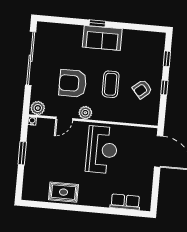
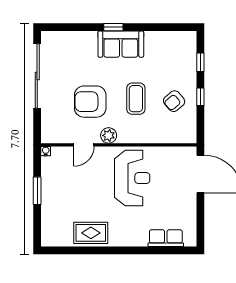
plant: (38, 108) -> (51, 135), removed

